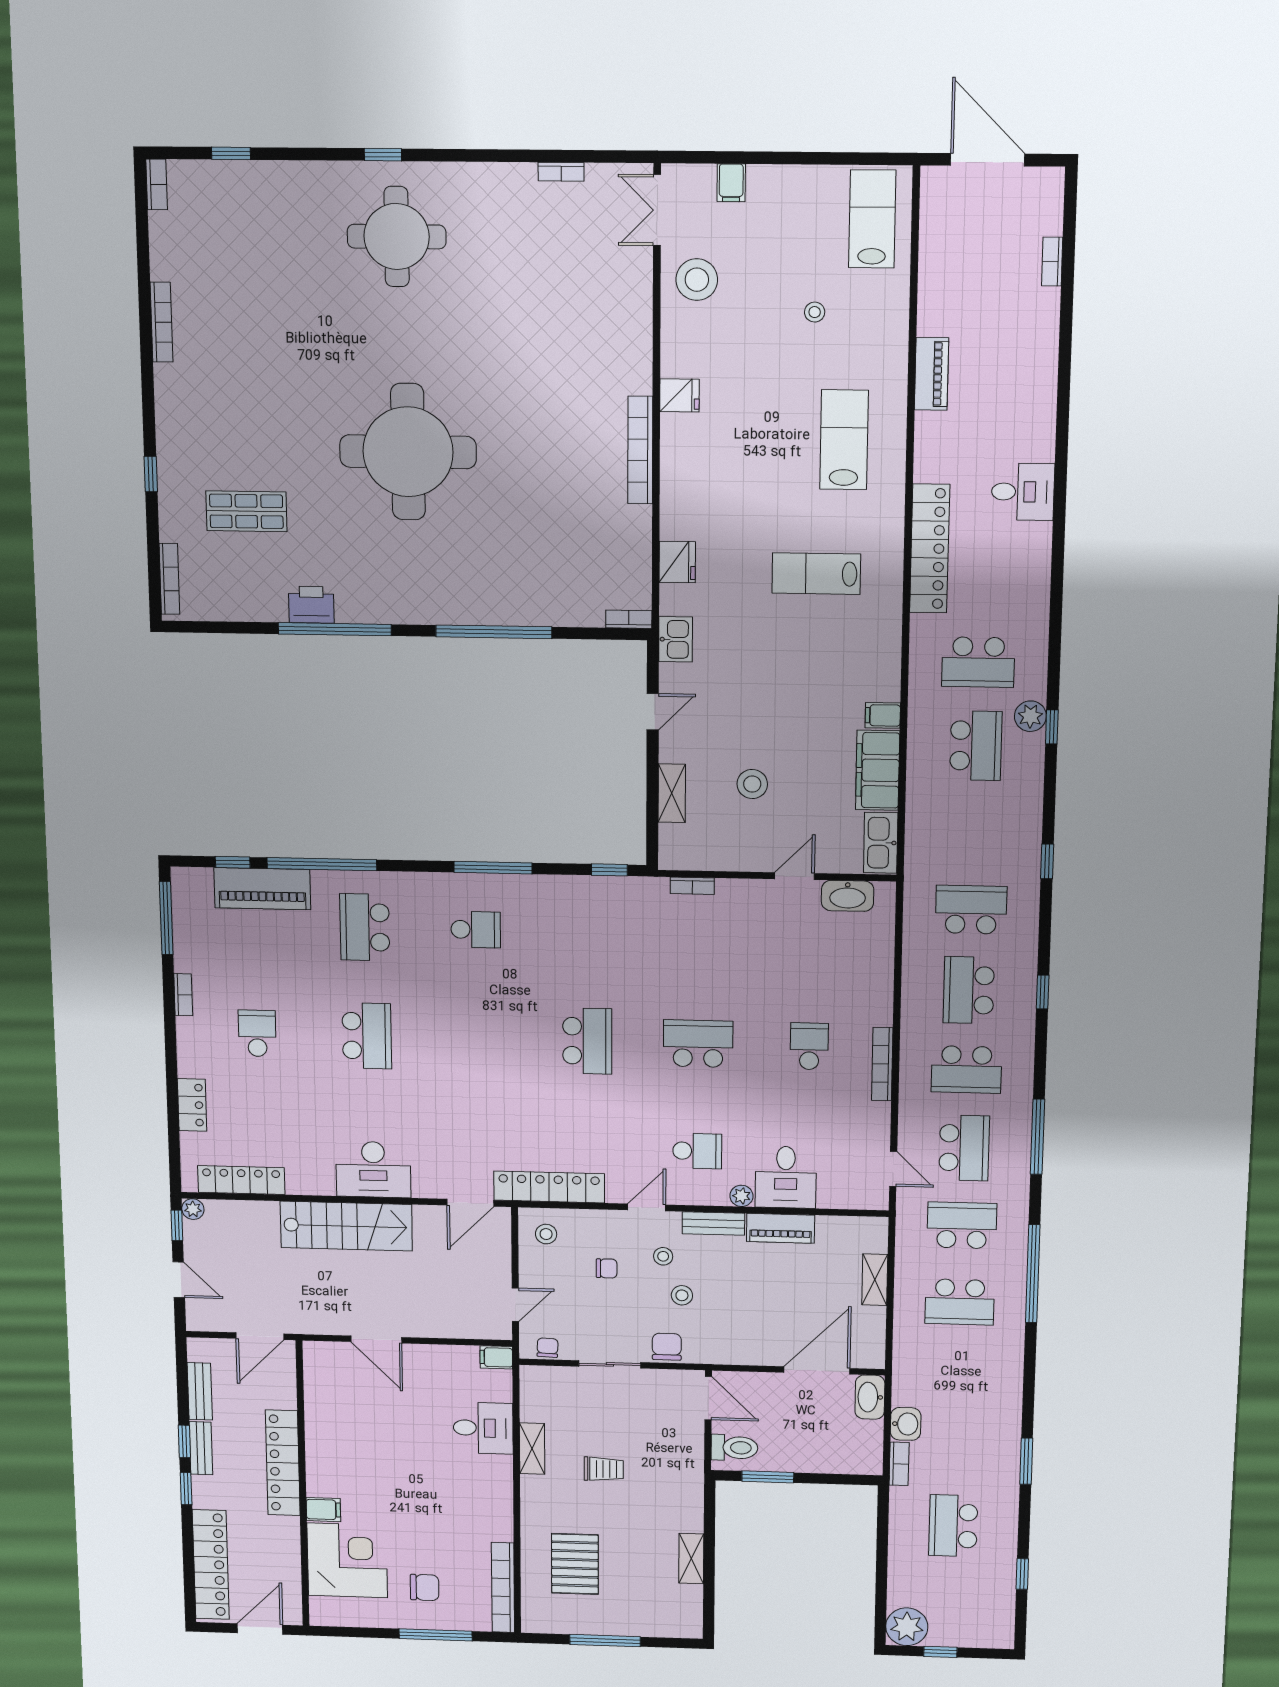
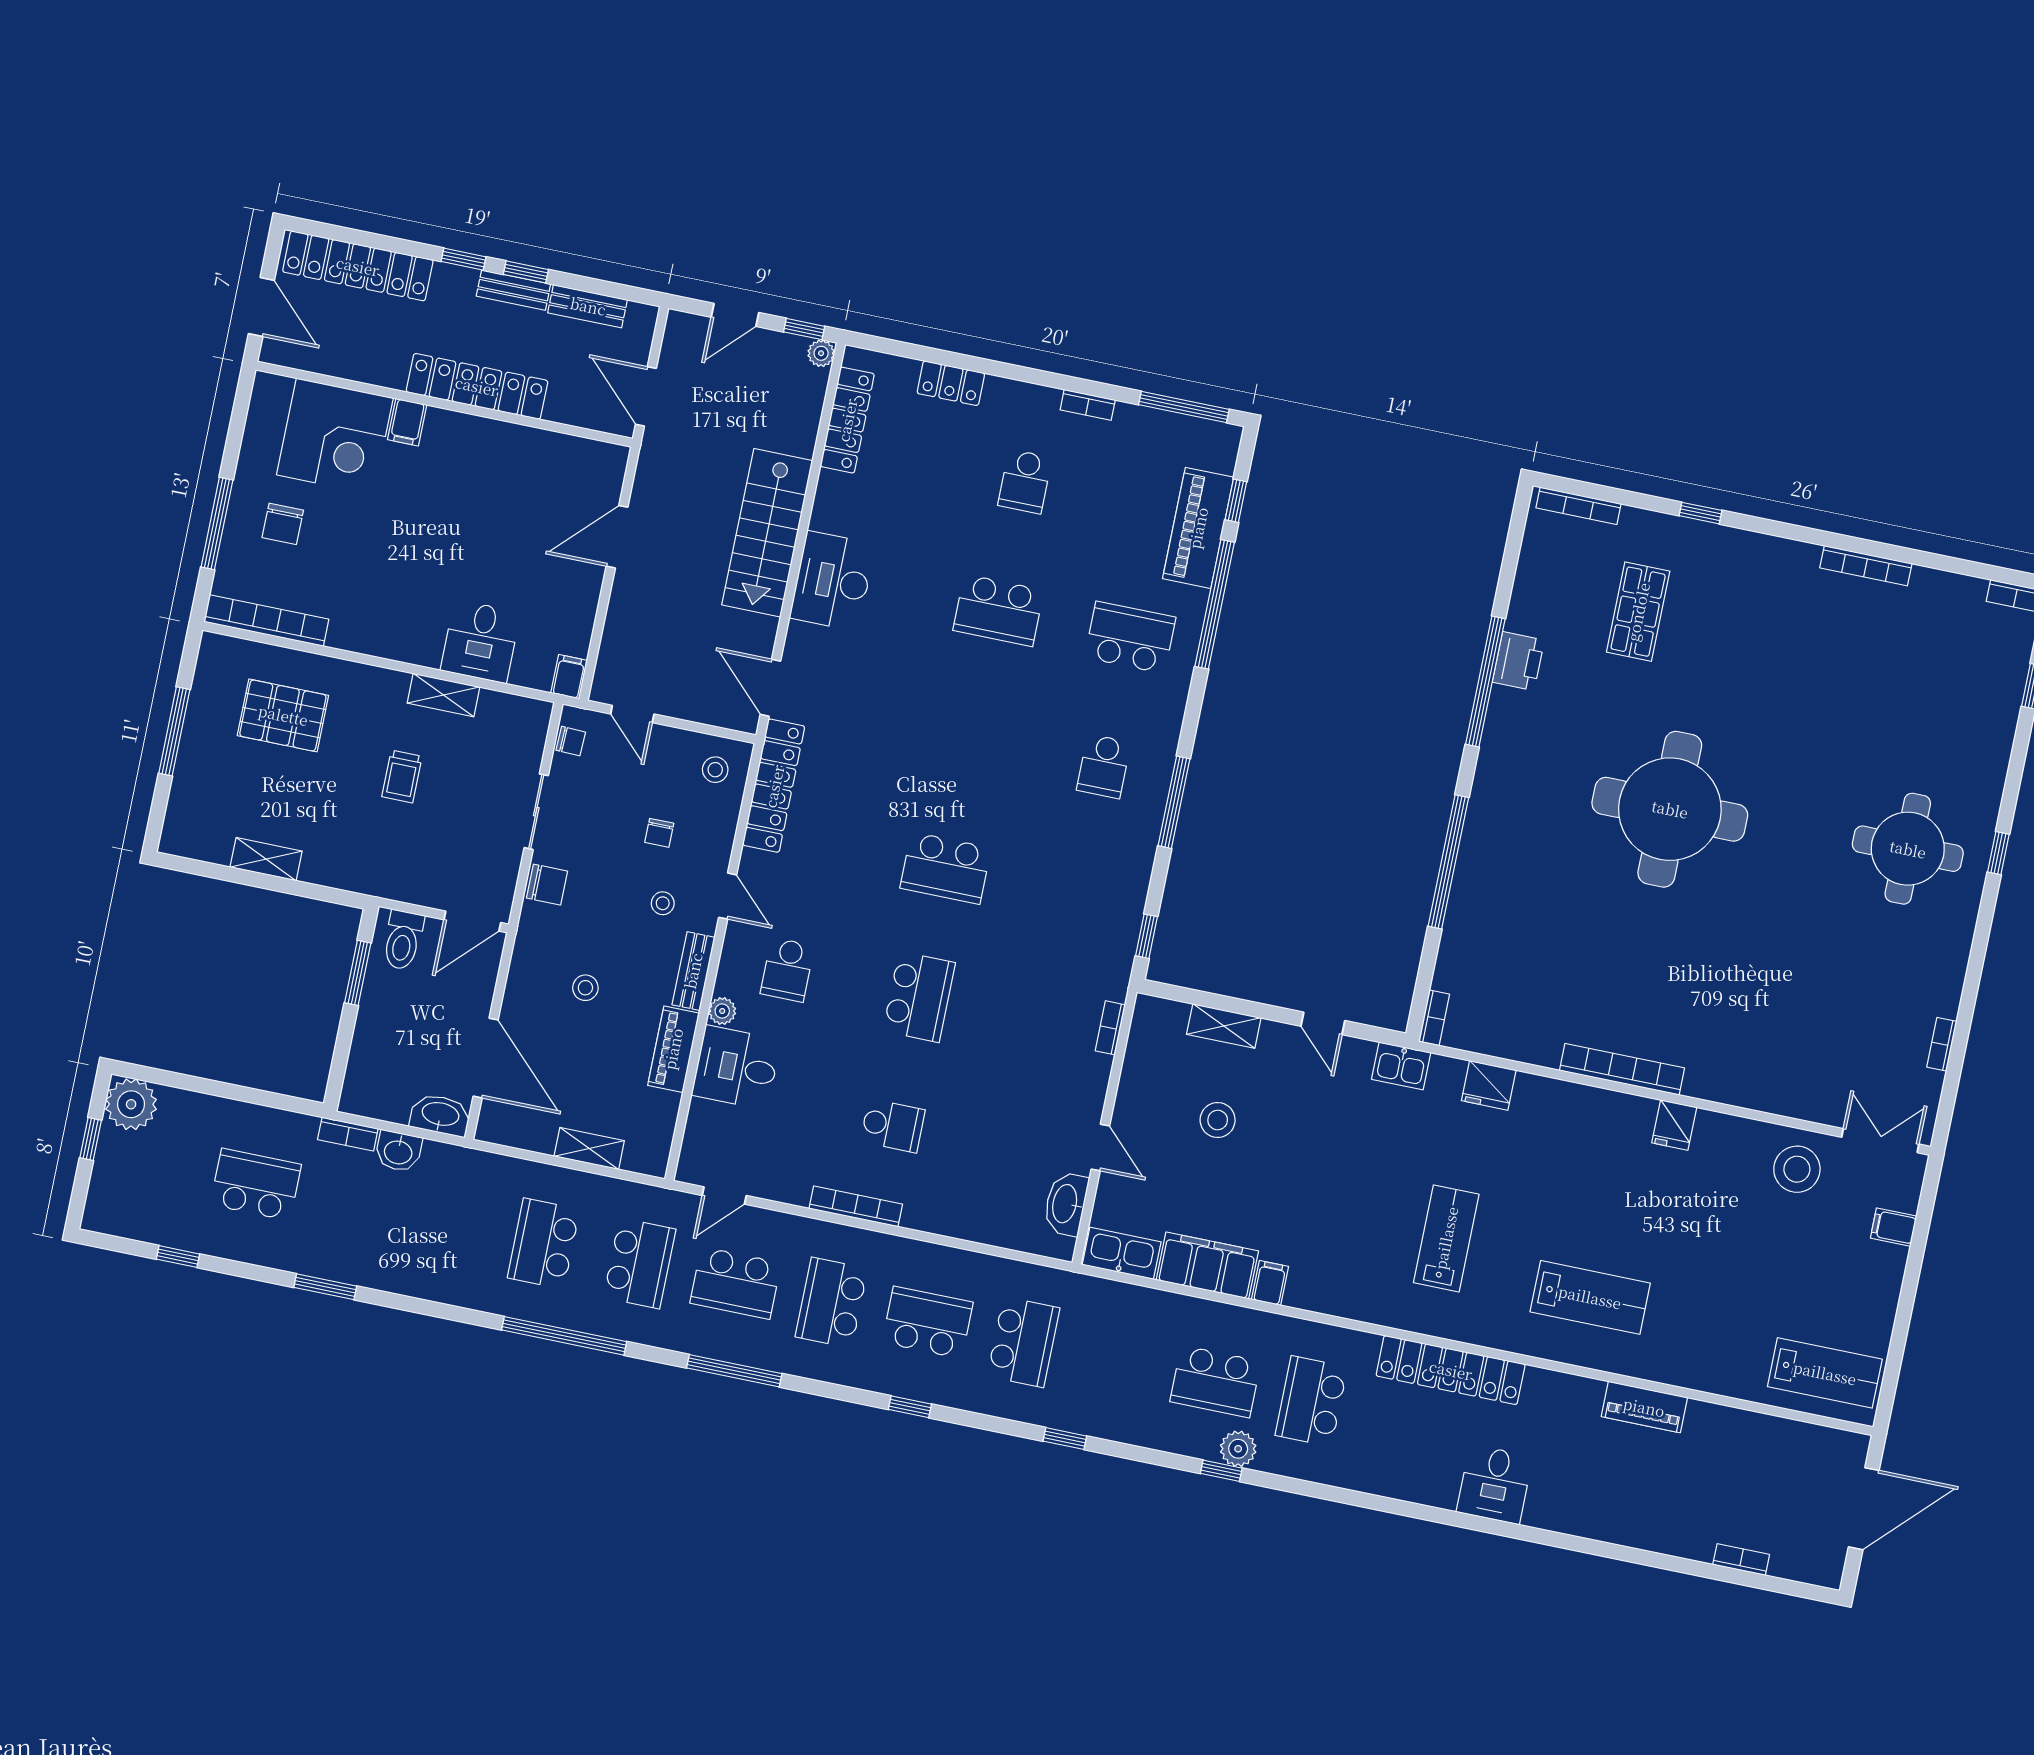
stool: (815, 312) -> (1737, 1291), removed
school desk: (257, 1033) -> (1025, 481), turned 90
stool: (682, 1295) -> (585, 988), moved

